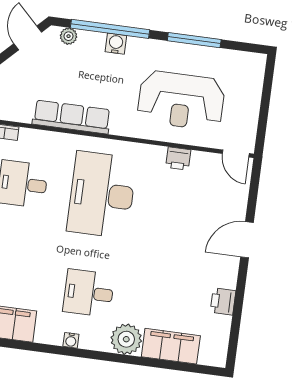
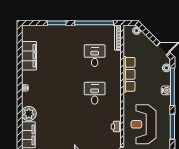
desk: (102, 195) -> (95, 93), width x0.53, depth x0.77
desk: (89, 293) -> (48, 93), removed

